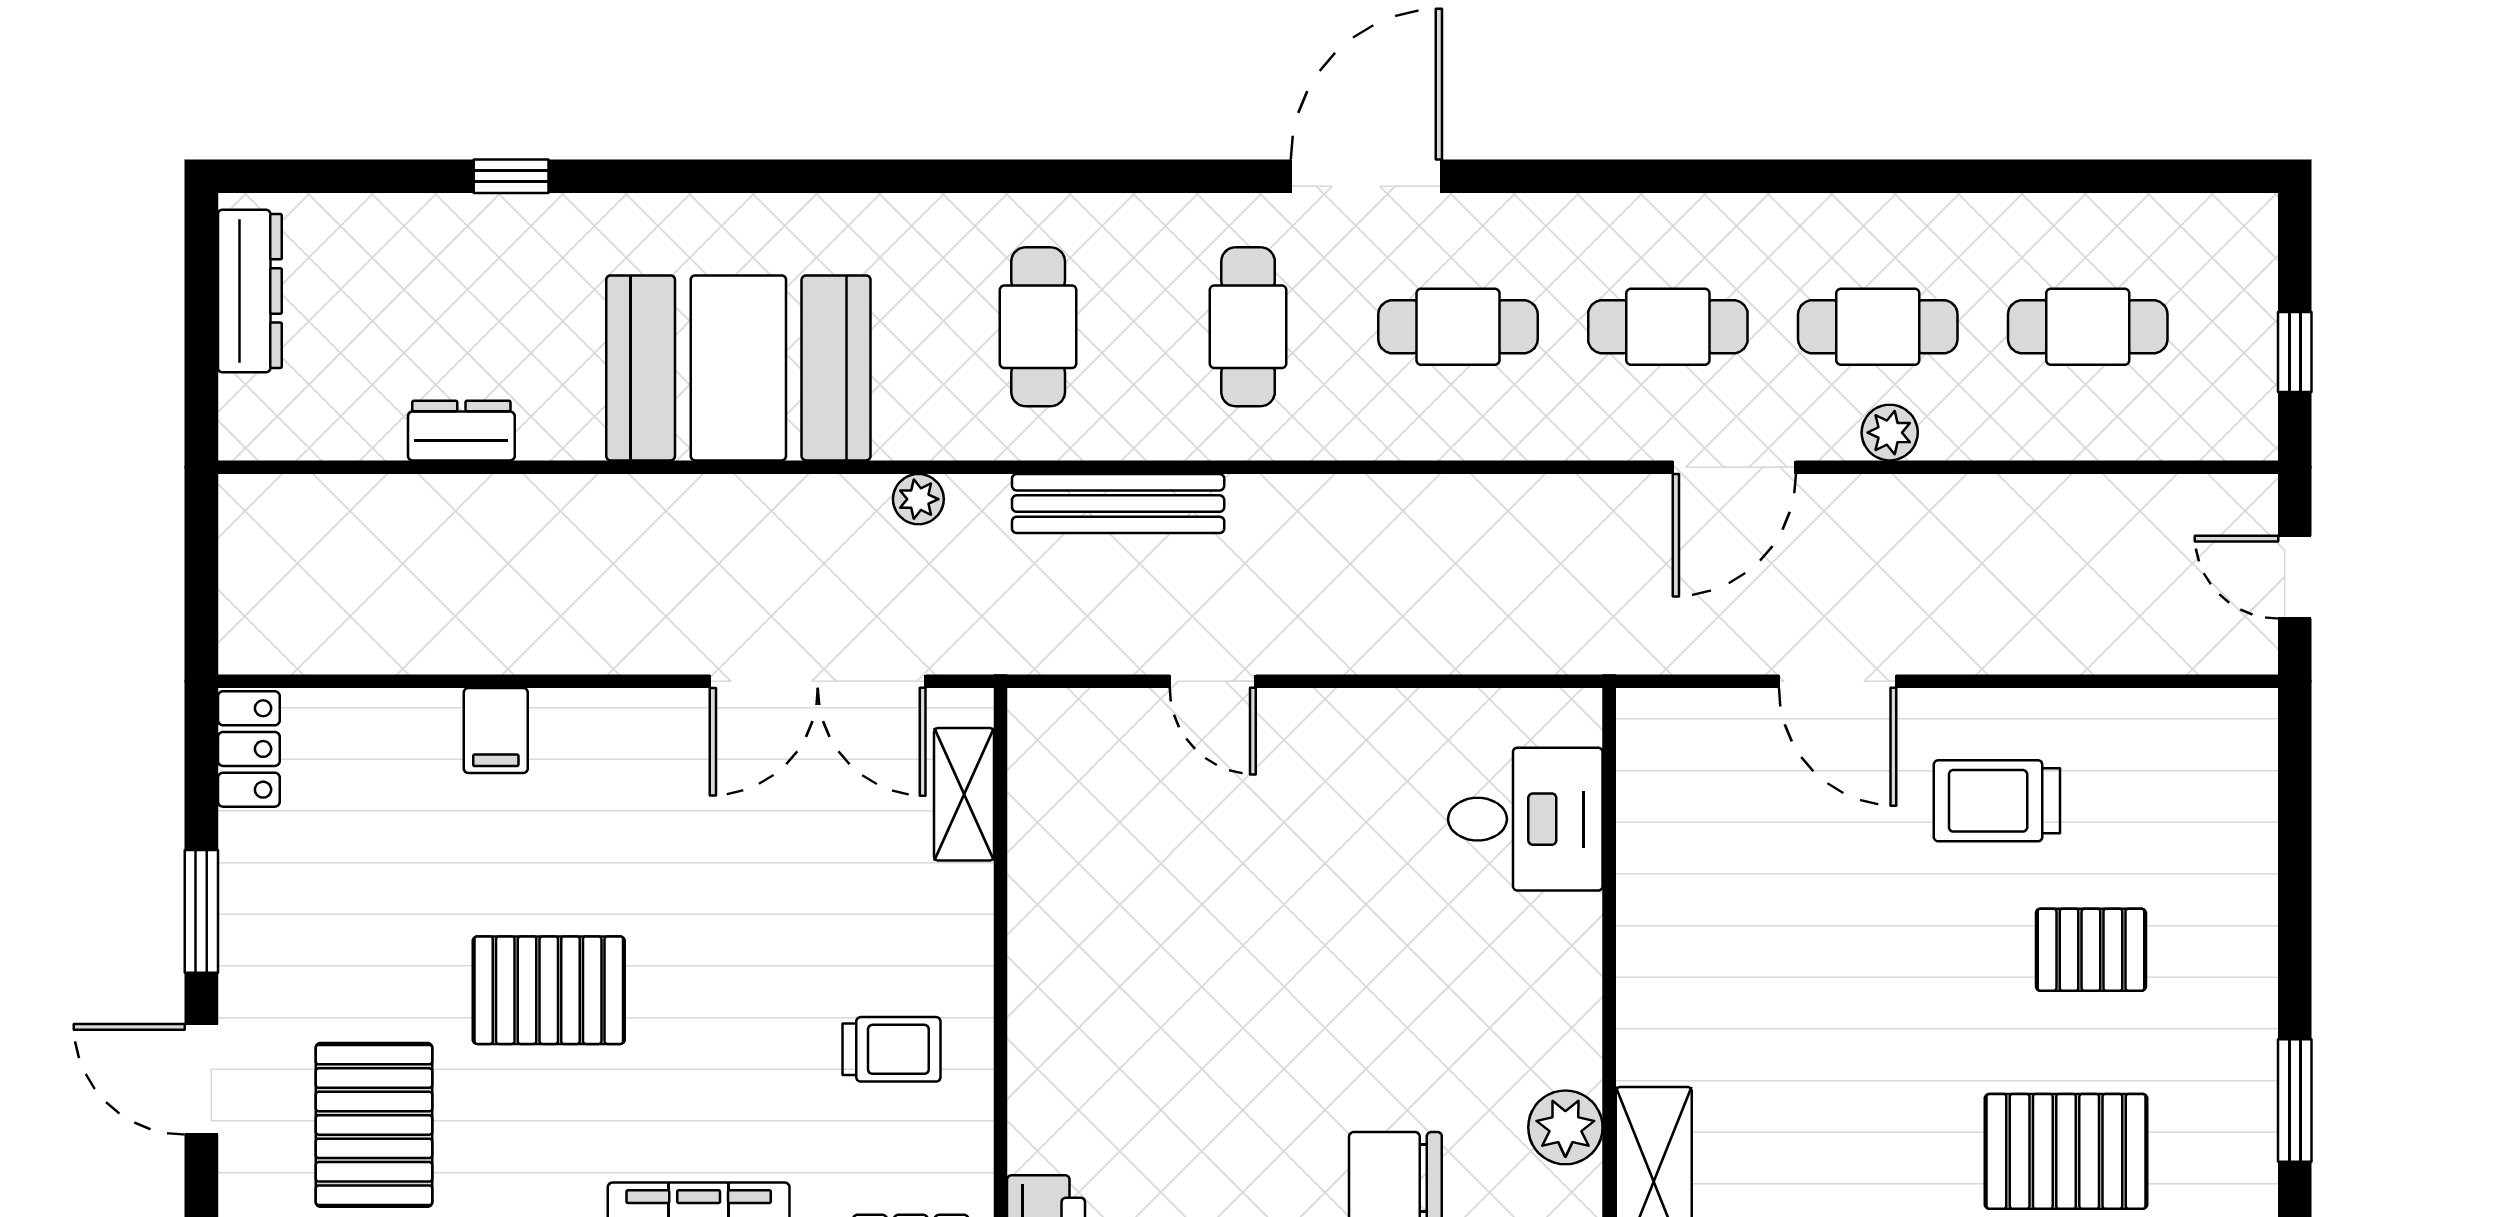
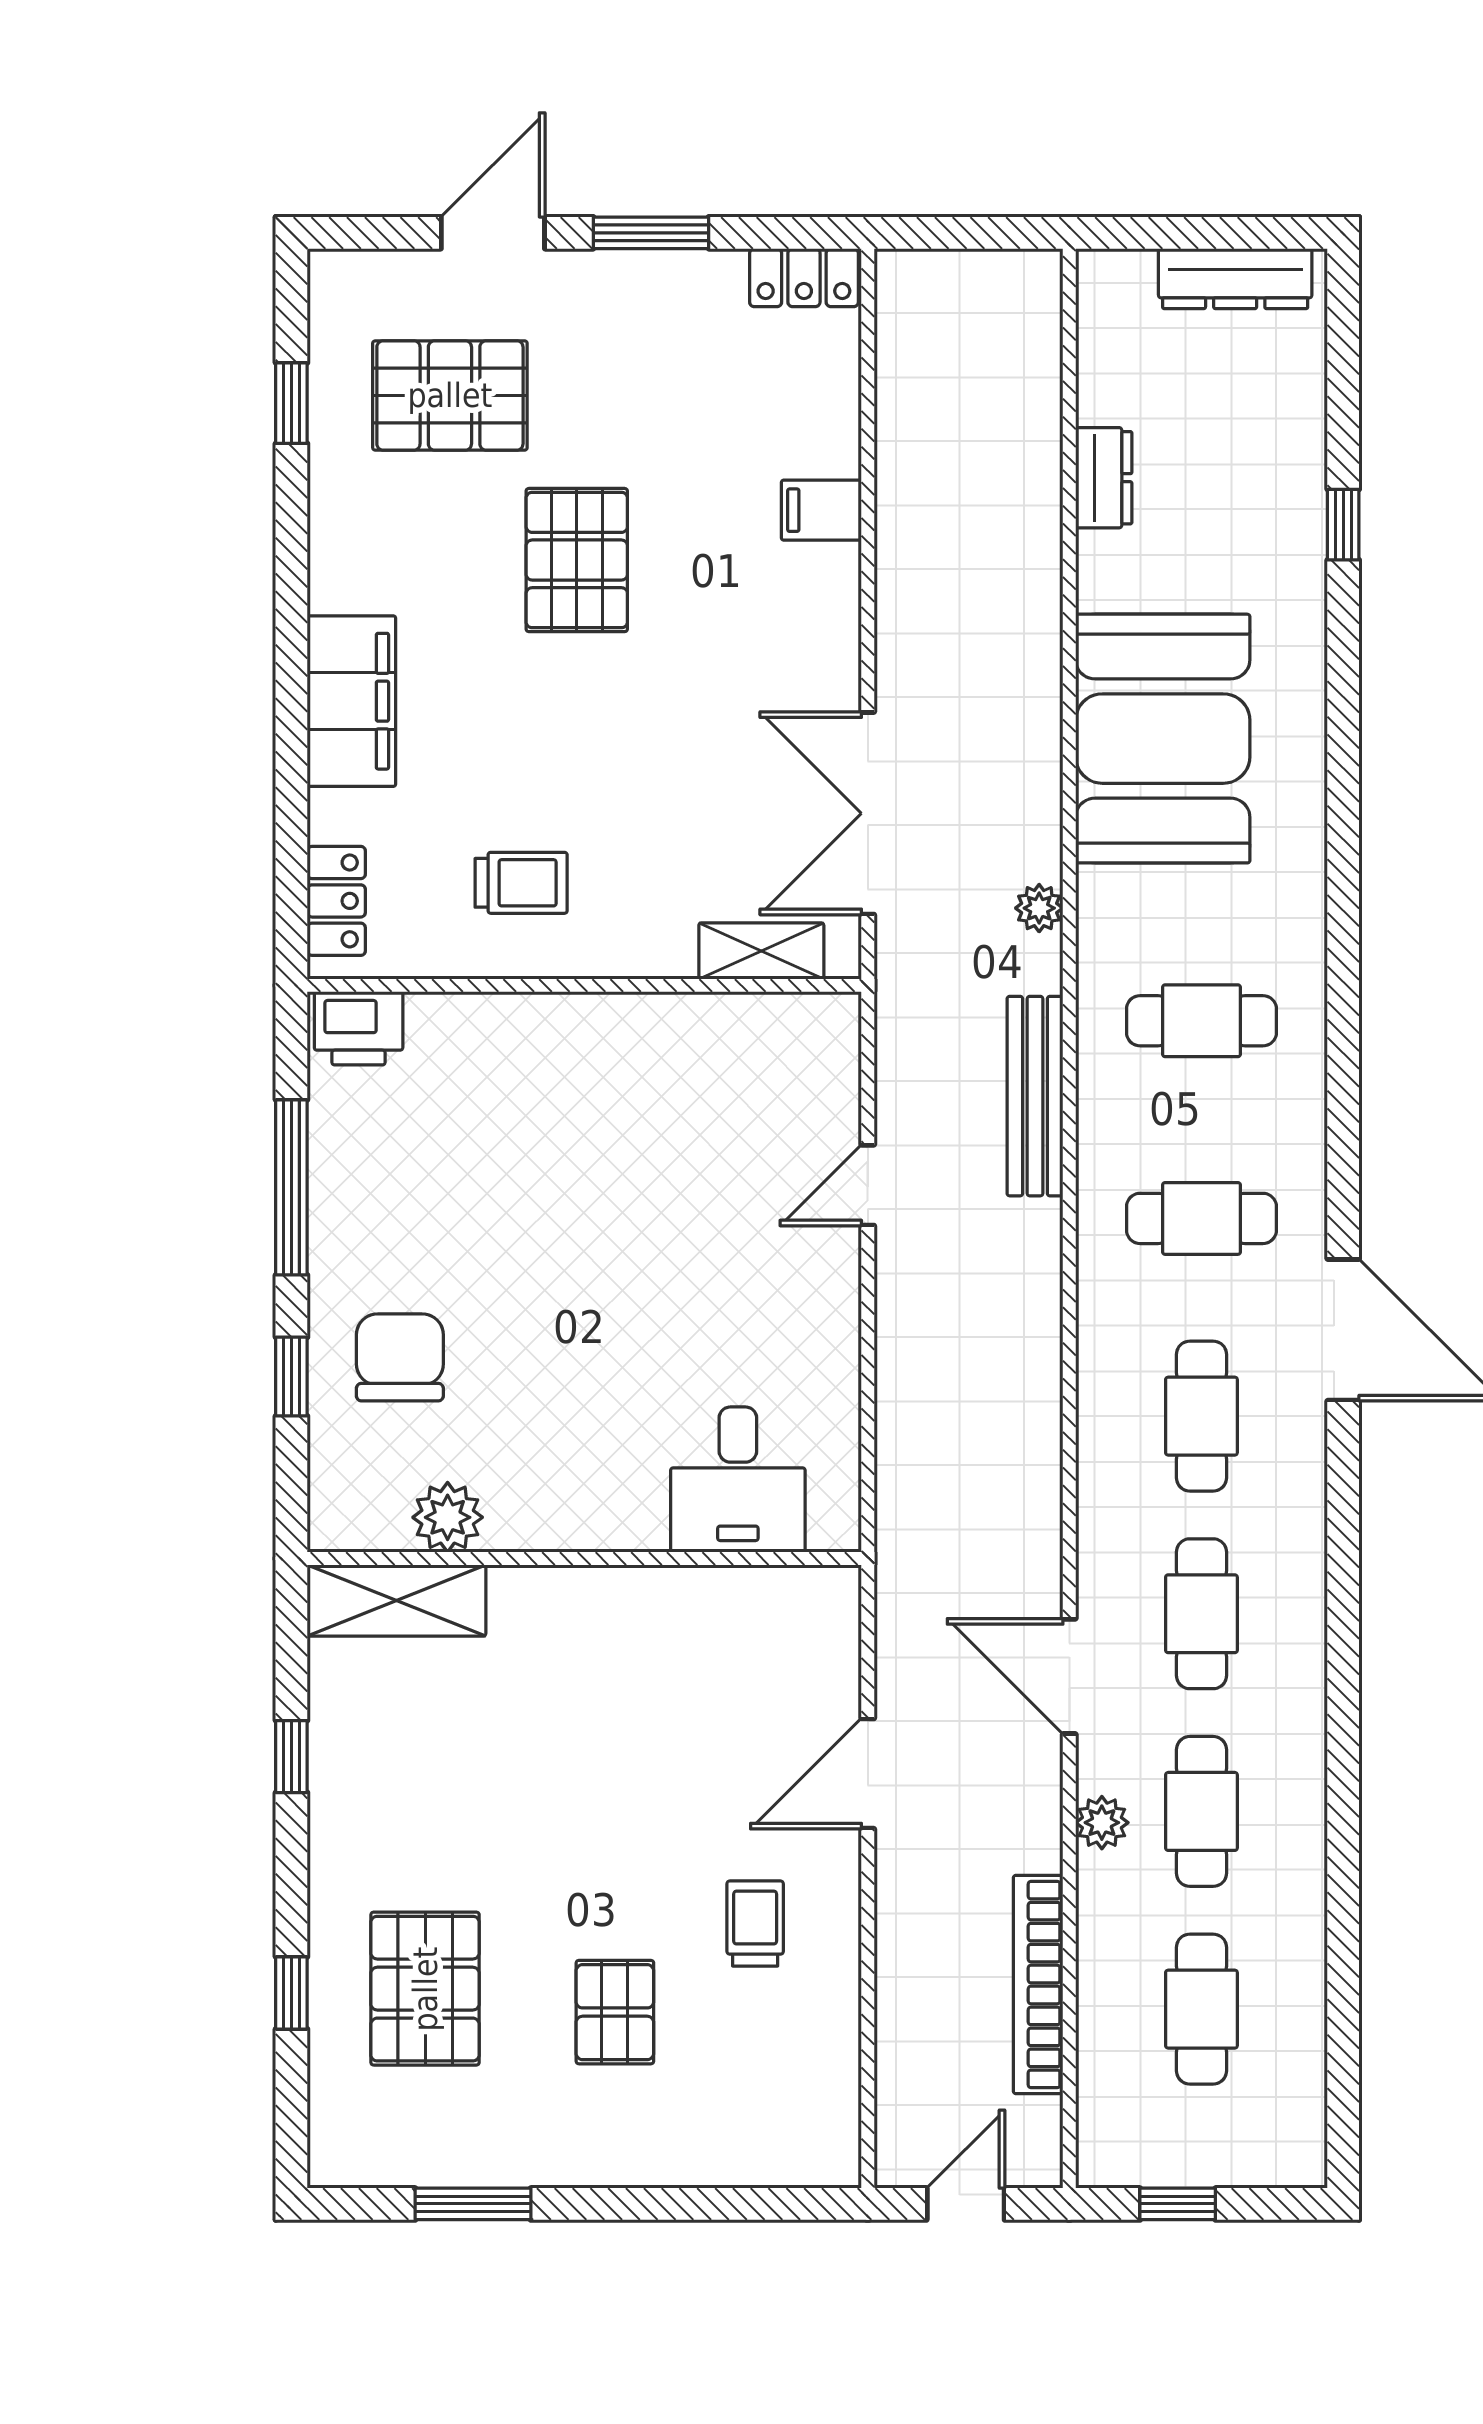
bookcase: (2062, 500) -> (1038, 1985), added
trolley: (1997, 801) -> (755, 1924), width x0.73, depth x0.72
trolley: (892, 1049) -> (521, 883), turned -90

